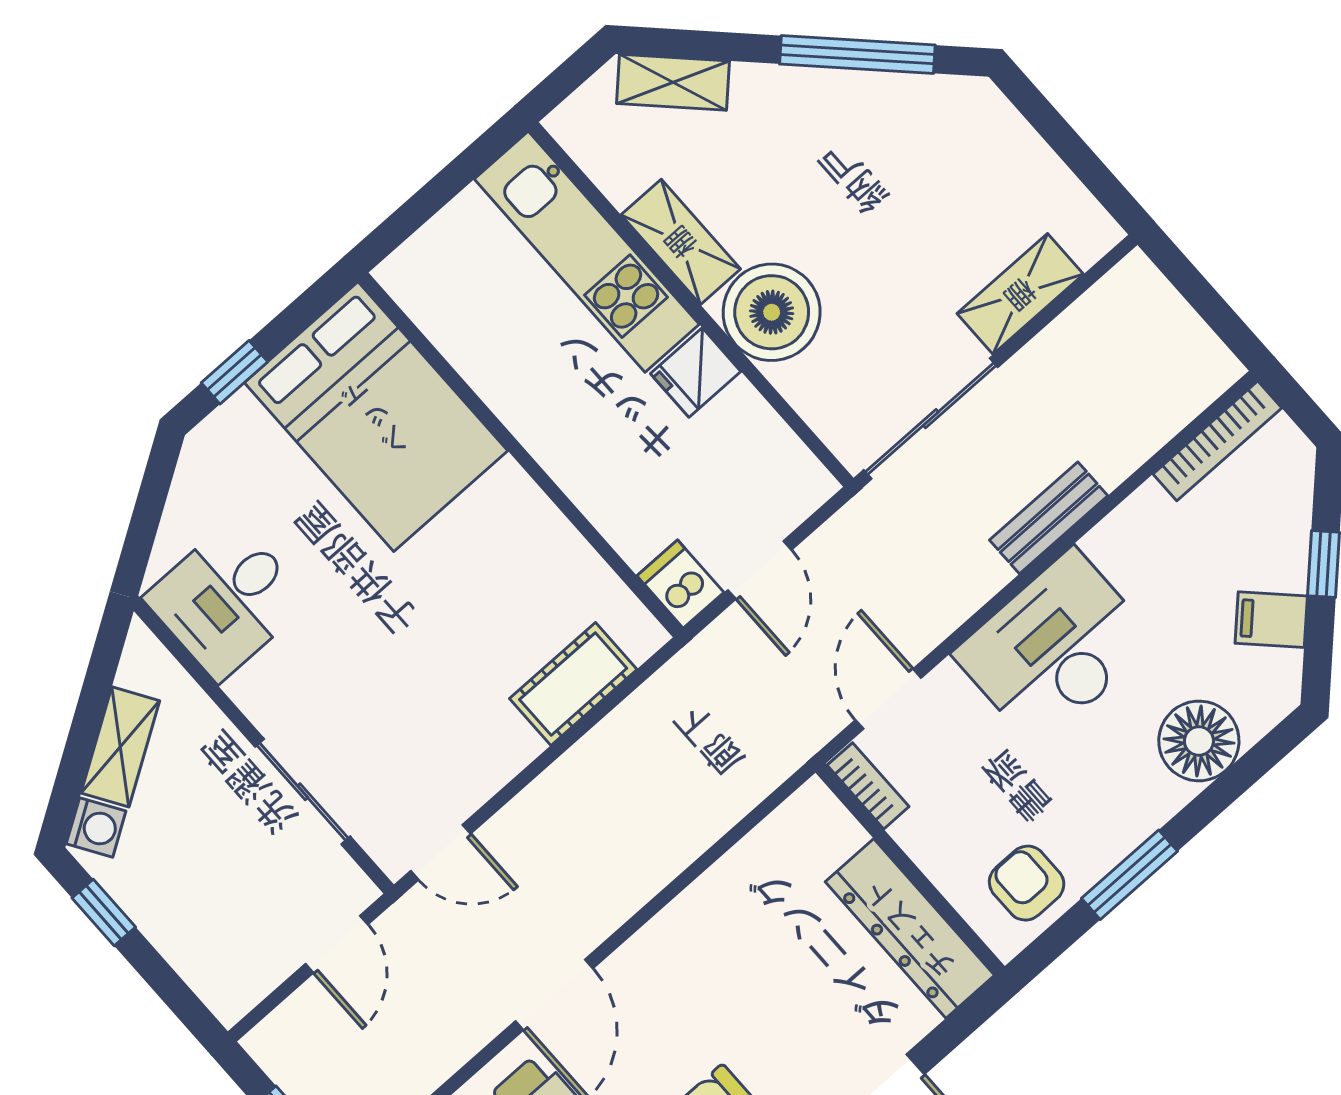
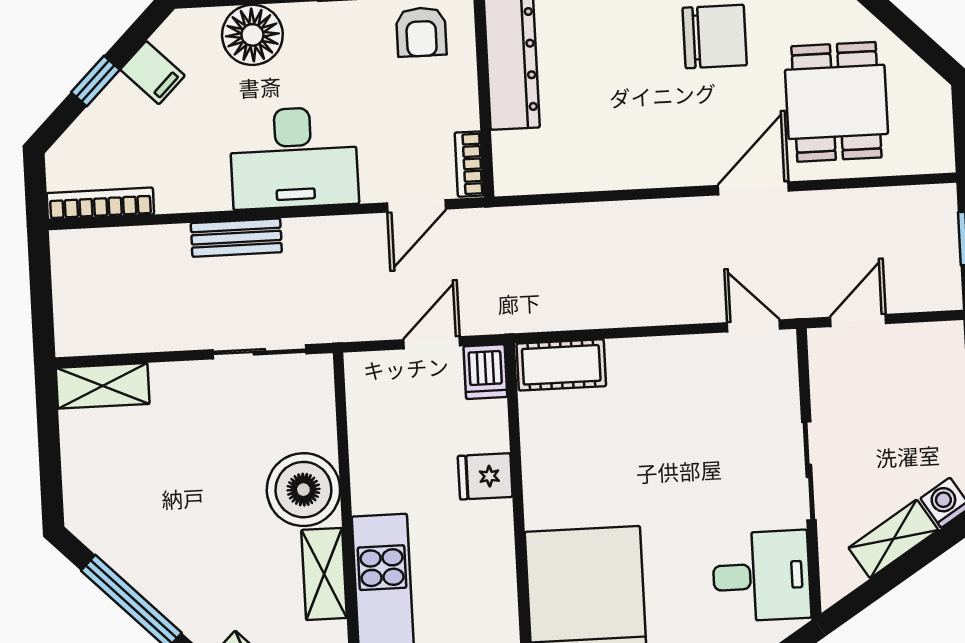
shelving: (1020, 294) -> (103, 386), moved
fridge: (696, 372) -> (485, 476), moved, turned 180
sliding door: (931, 419) -> (259, 352), width x0.73
cot: (573, 684) -> (561, 365), moved
sliding door: (303, 792) -> (809, 471), moved

